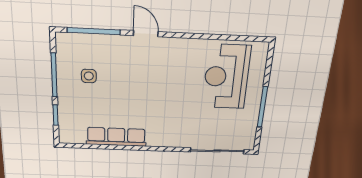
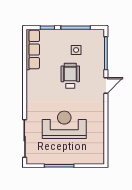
reception desk: (226, 77) -> (64, 125), moved
wheelchair: (129, 86) -> (70, 76), added
row of seats: (116, 137) -> (33, 50), moved

